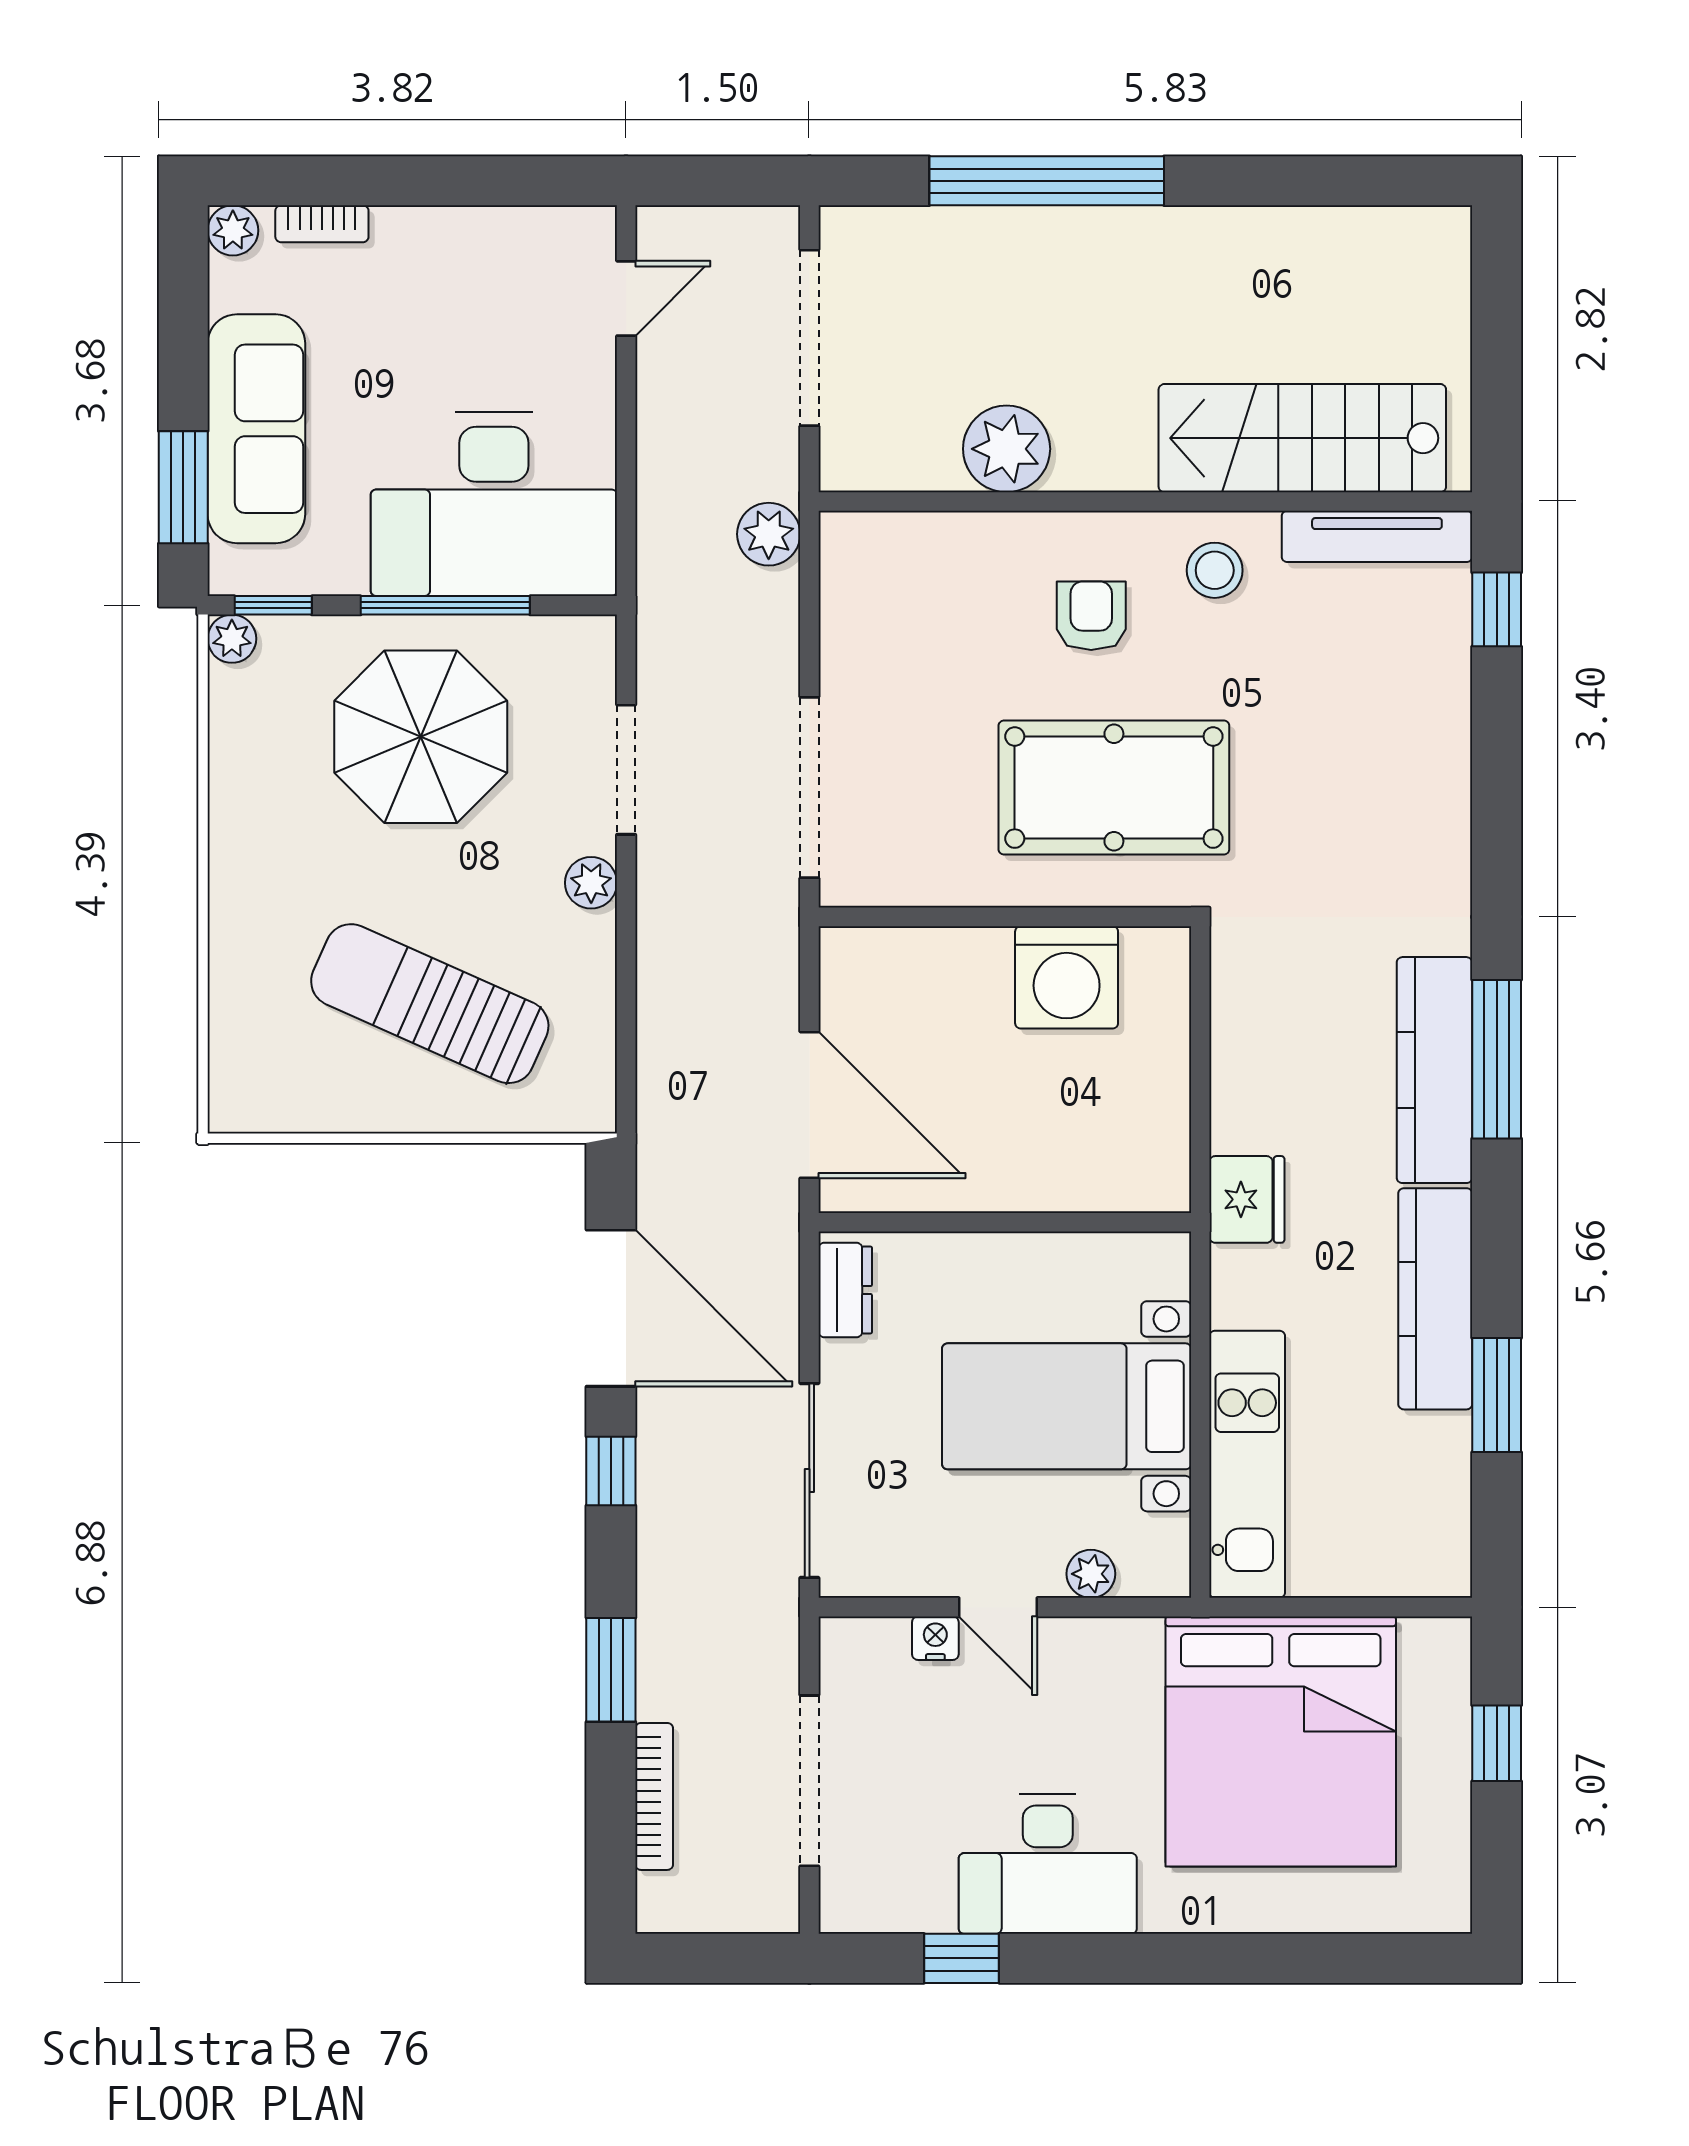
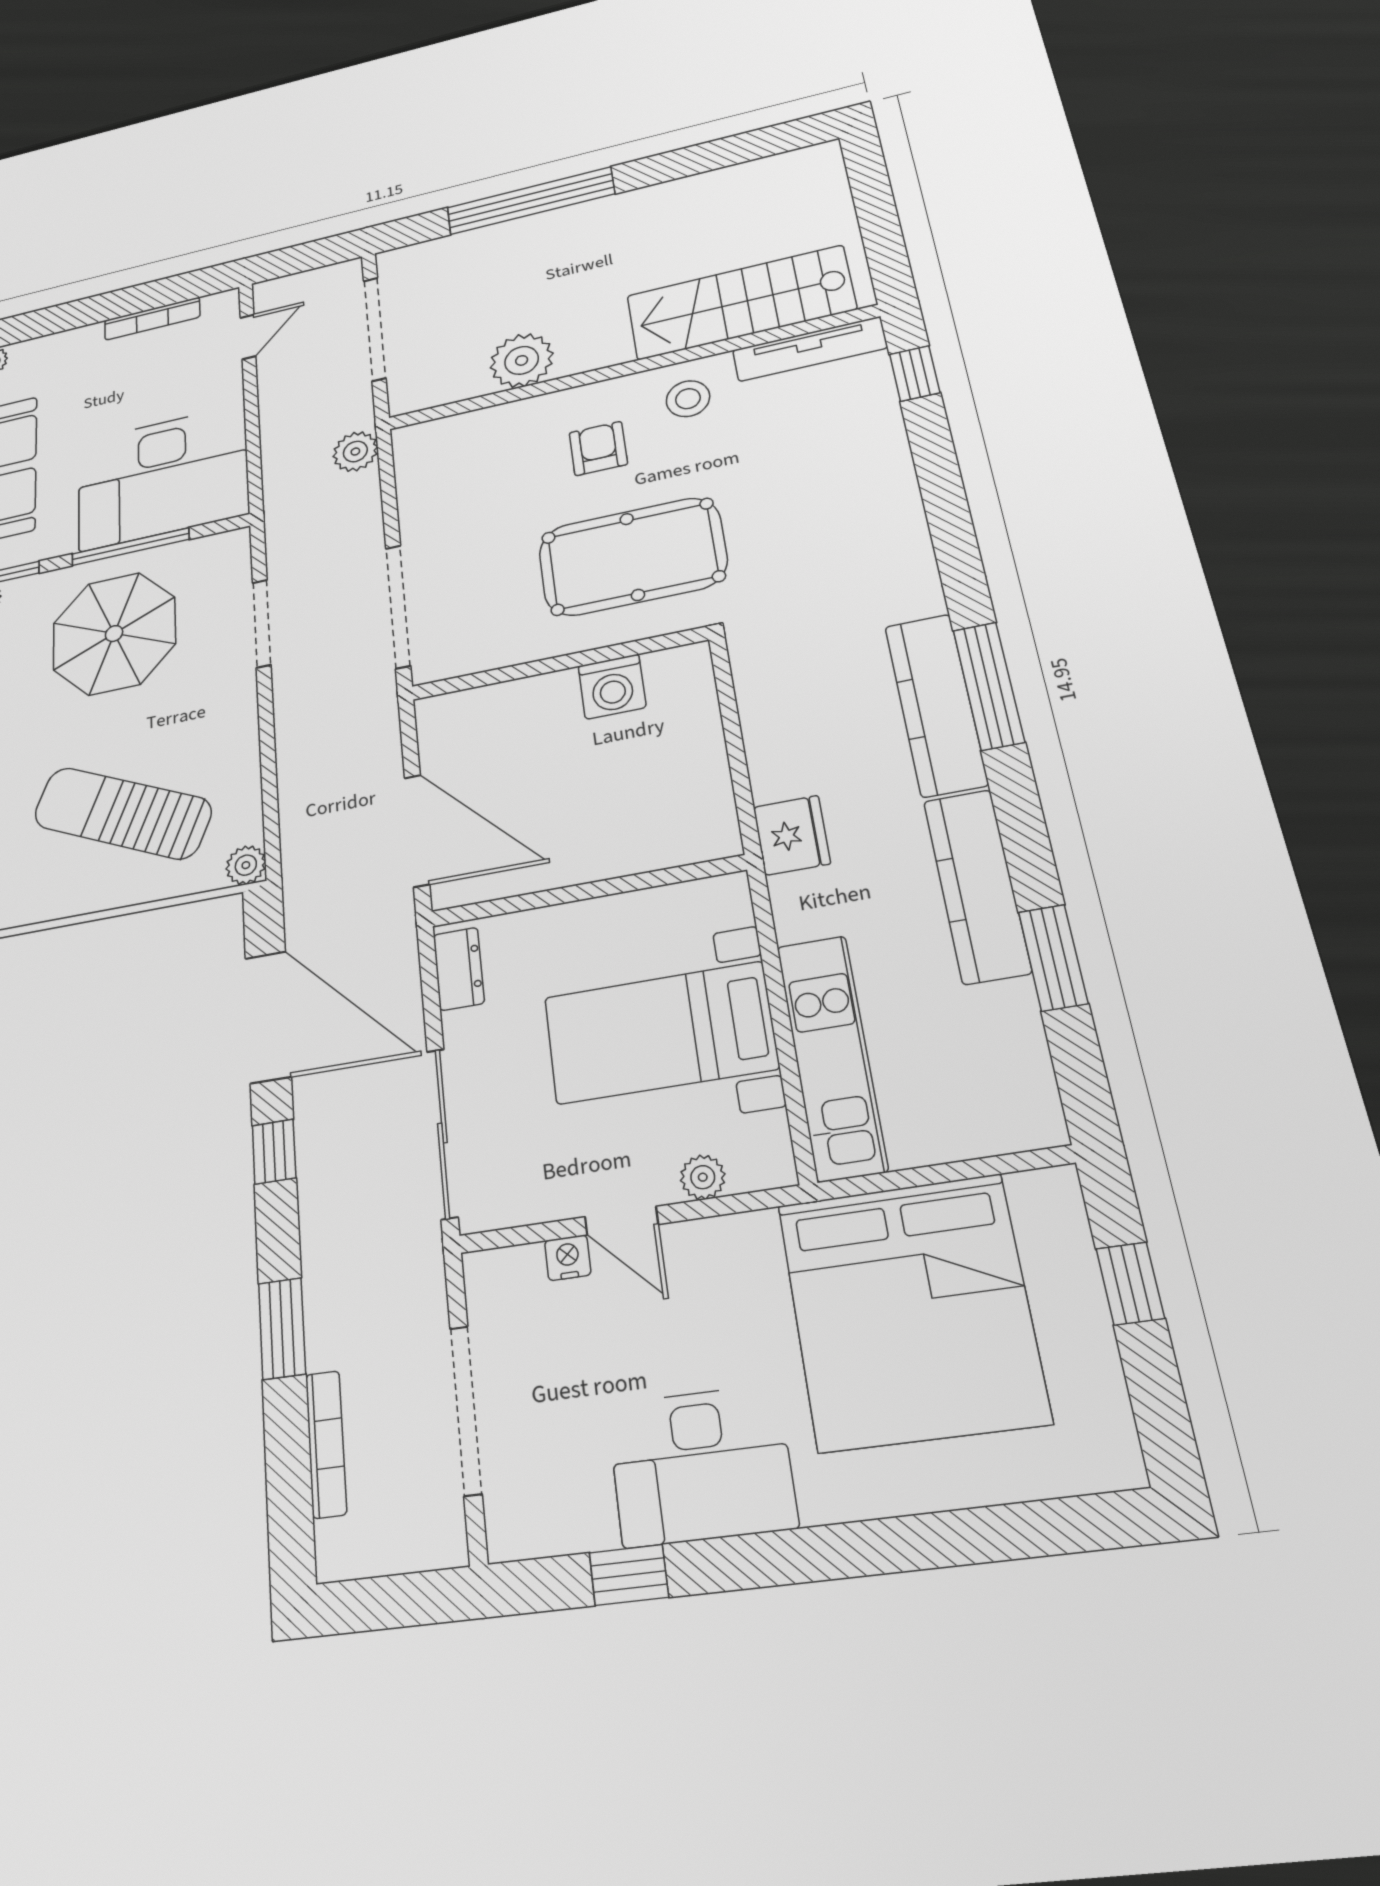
bookcase: (322, 224) -> (152, 319), moved, width x1.56
plant: (591, 883) -> (246, 865), moved
washing machine: (1067, 977) -> (612, 687), width x0.73, depth x0.73

